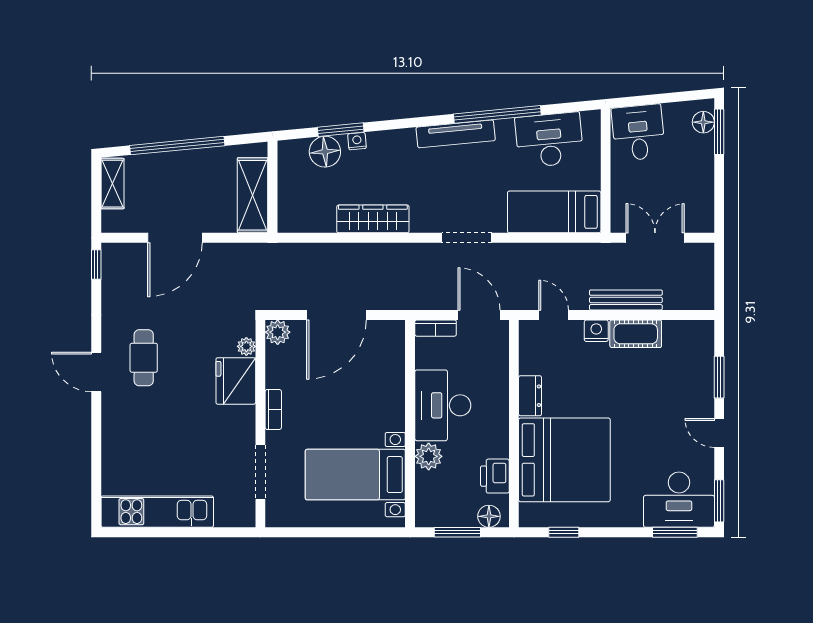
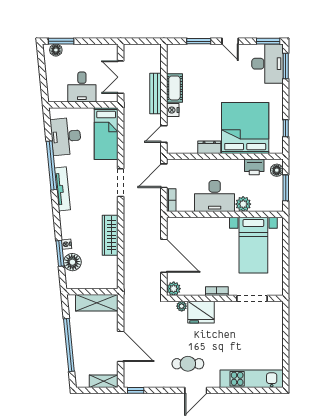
desk: (638, 133) -> (82, 87), moved, turned -84
shelving: (112, 184) -> (104, 381), moved
door: (719, 433) -> (230, 41), hinge flipped
kitchen unit: (157, 512) -> (252, 379), moved, turned 90

